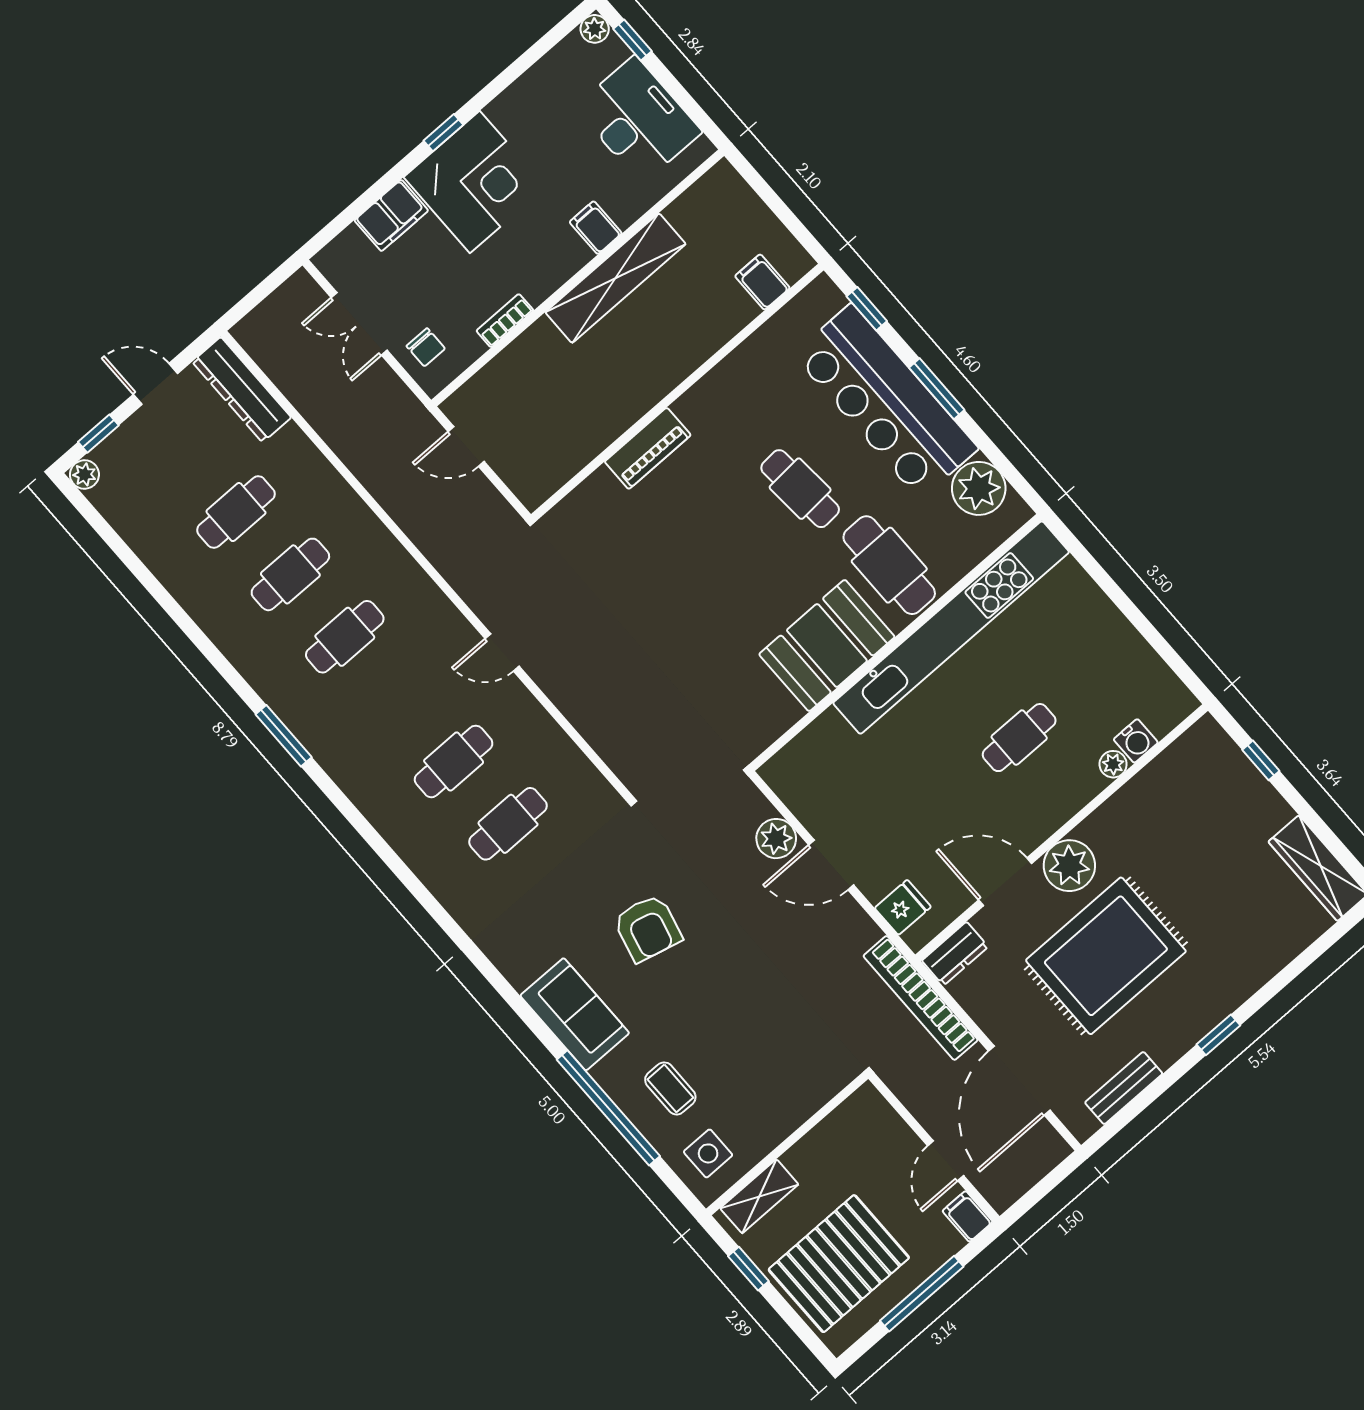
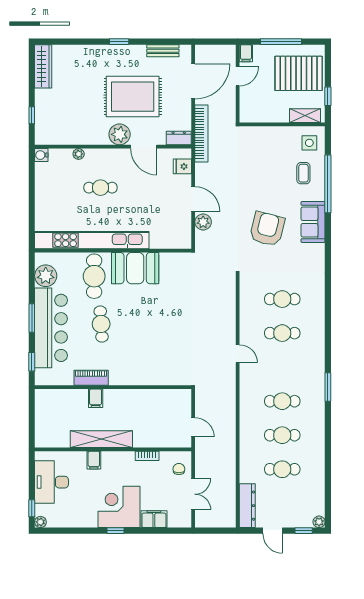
filing cabinet: (762, 282) -> (96, 398), moved
piano: (648, 448) -> (91, 378), moved
water cooler: (1136, 741) -> (41, 155), moved, turned -90
armchair: (648, 928) -> (267, 229), width x1.36, depth x1.36

